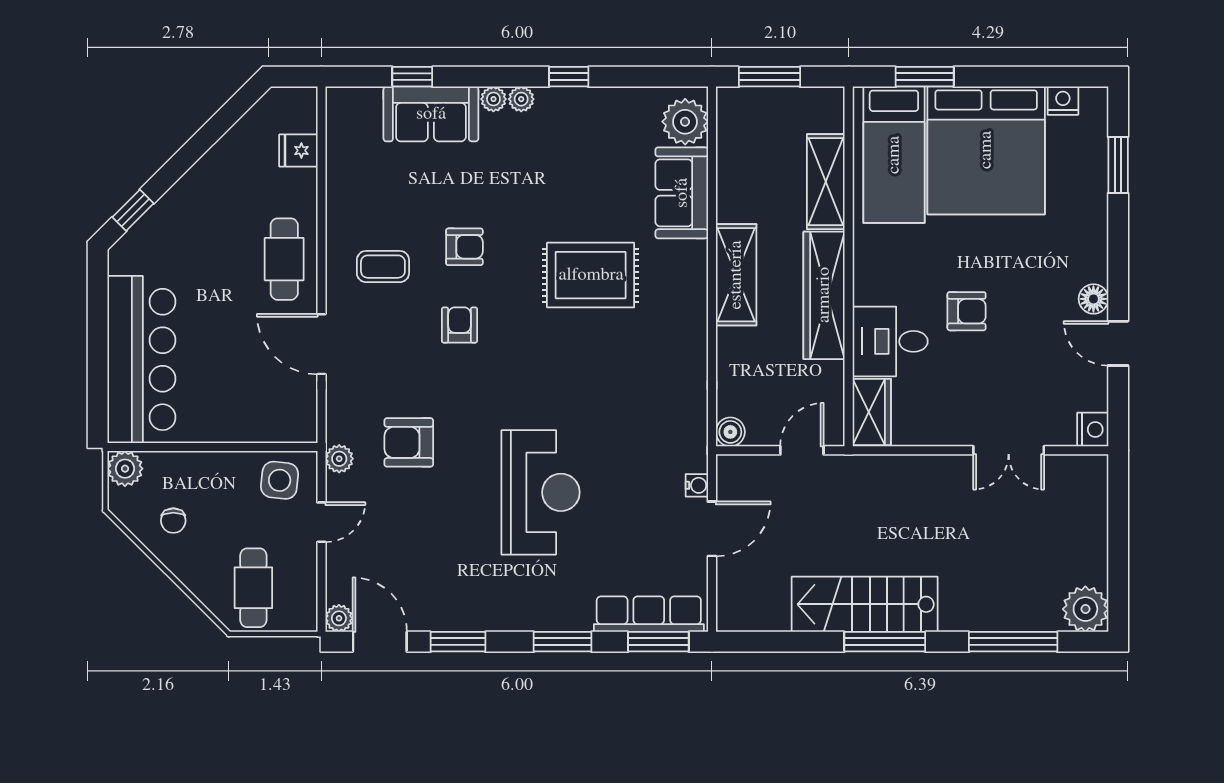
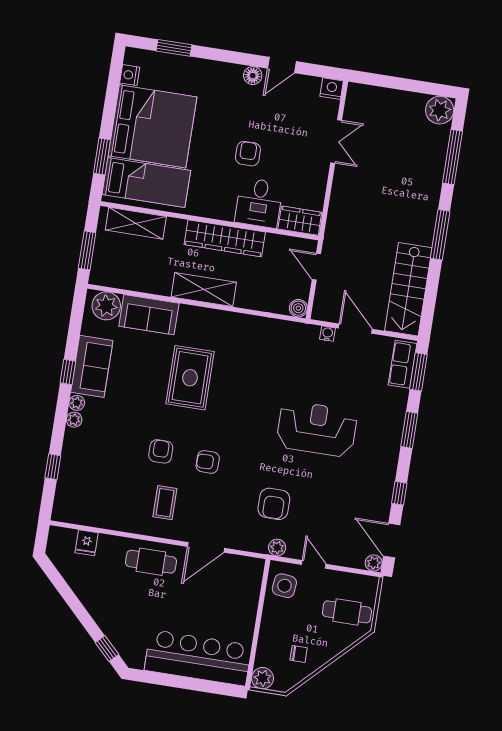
sofa: (431, 114) -> (92, 366), moved
shelving: (826, 182) -> (136, 223), moved
stairs: (865, 604) -> (408, 289), moved
row of seats: (649, 614) -> (403, 364), width x0.68
door: (380, 642) -> (392, 541), hinge flipped
window: (458, 642) -> (399, 493), width x0.67

